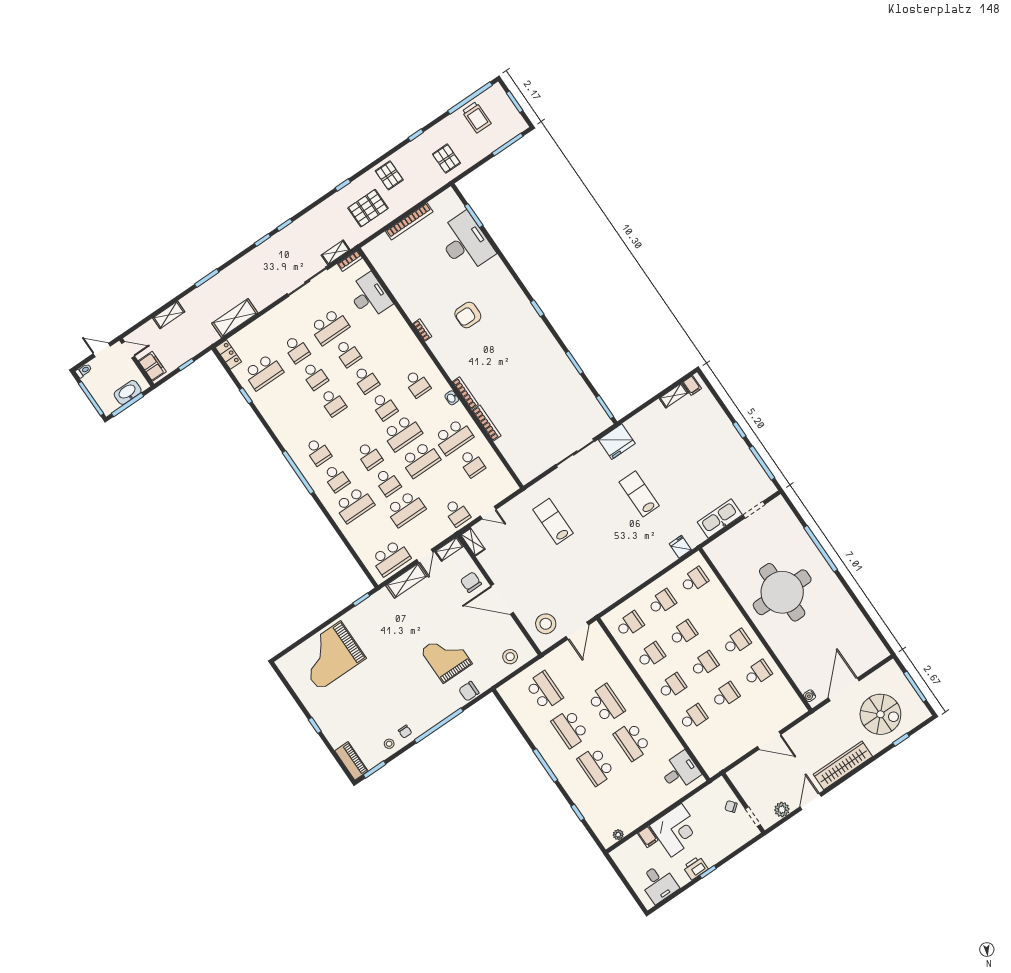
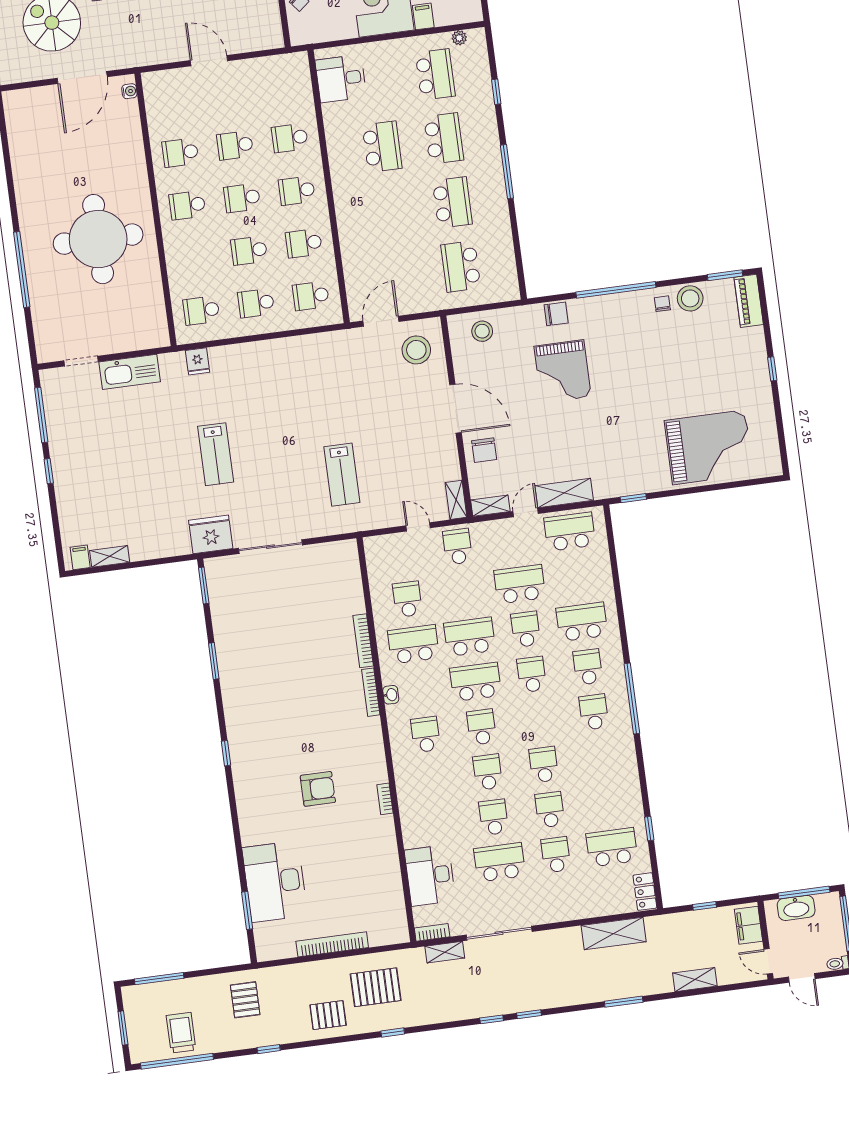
pallet: (389, 175) -> (328, 1015), turned 90
school desk: (606, 704) -> (435, 74), moved, turned 180
stool: (389, 744) -> (690, 298), width x1.89, depth x1.89

